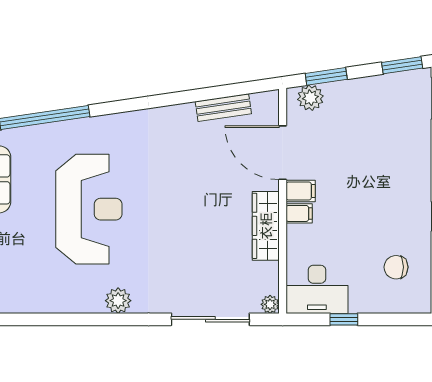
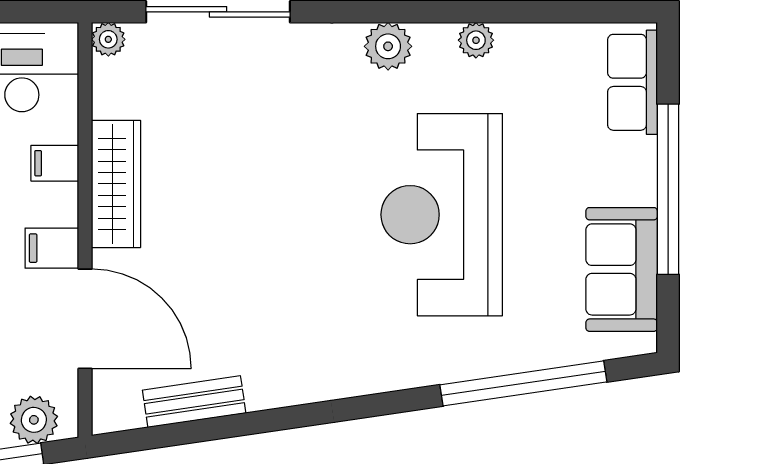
filing cabinet: (299, 213) -> (55, 163), moved
plant: (70, 304) -> (476, 40), added

